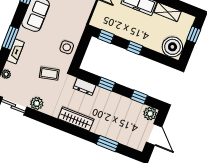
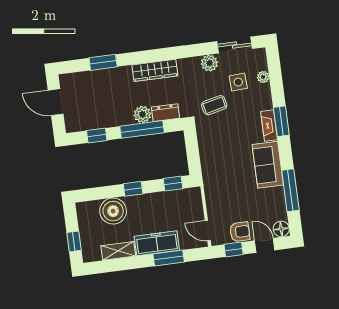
side table: (67, 47) -> (238, 82), moved
boiler: (172, 47) -> (113, 211), moved
fireplace: (16, 51) -> (269, 126), moved
window: (107, 84) -> (142, 129), width x2.17
plant: (150, 114) -> (142, 114), moved

